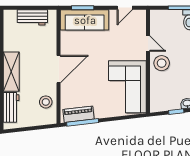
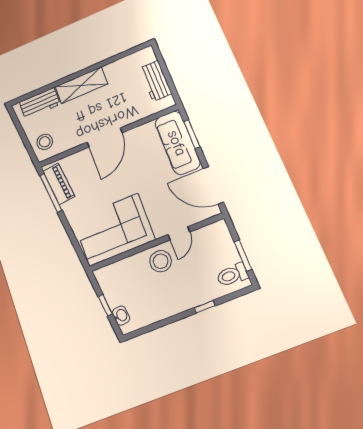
door: (125, 8) -> (213, 185), width x1.88
door: (59, 69) -> (105, 138), hinge flipped
stool: (46, 102) -> (45, 142), moved

